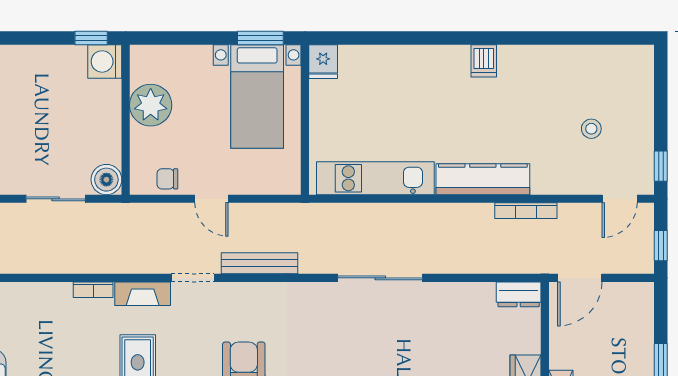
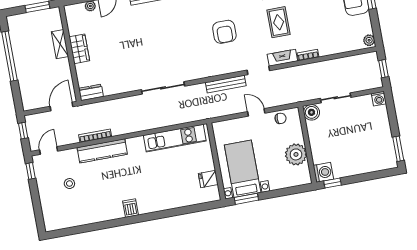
fridge: (323, 62) -> (208, 179), moved, turned -90
kitchen counter: (483, 179) -> (102, 151), moved

